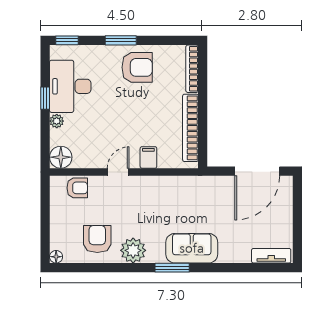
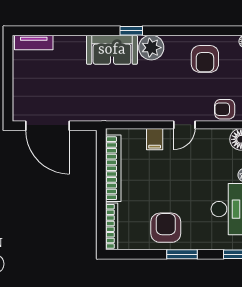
armchair: (137, 67) -> (166, 228), turned 90
door: (257, 171) -> (47, 126), swing flipped
plant: (133, 250) -> (151, 48), moved
window: (172, 268) -> (131, 31), width x0.67

